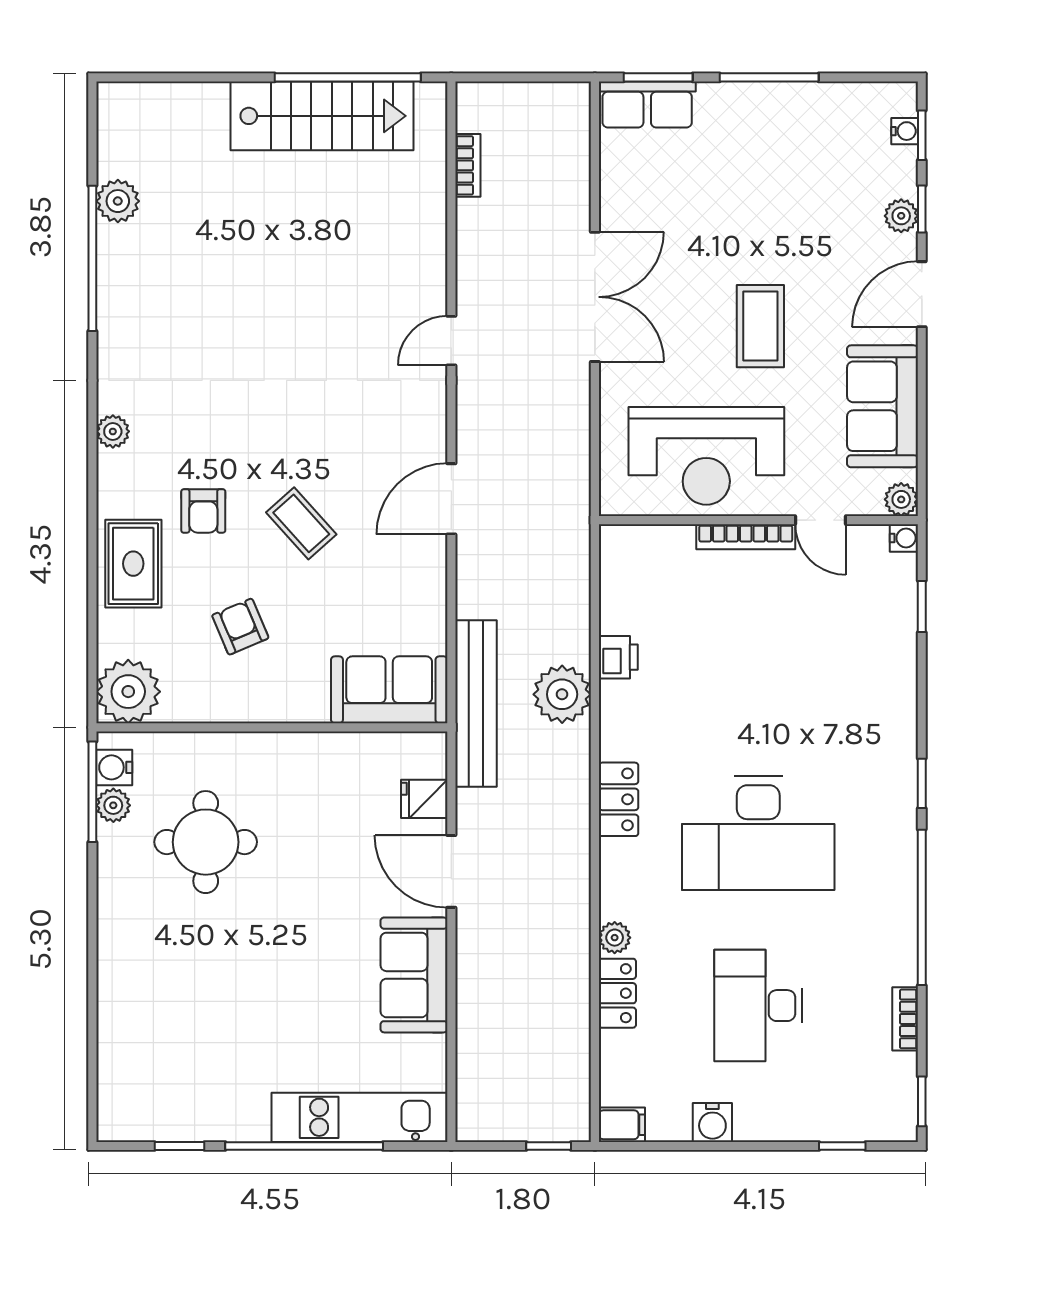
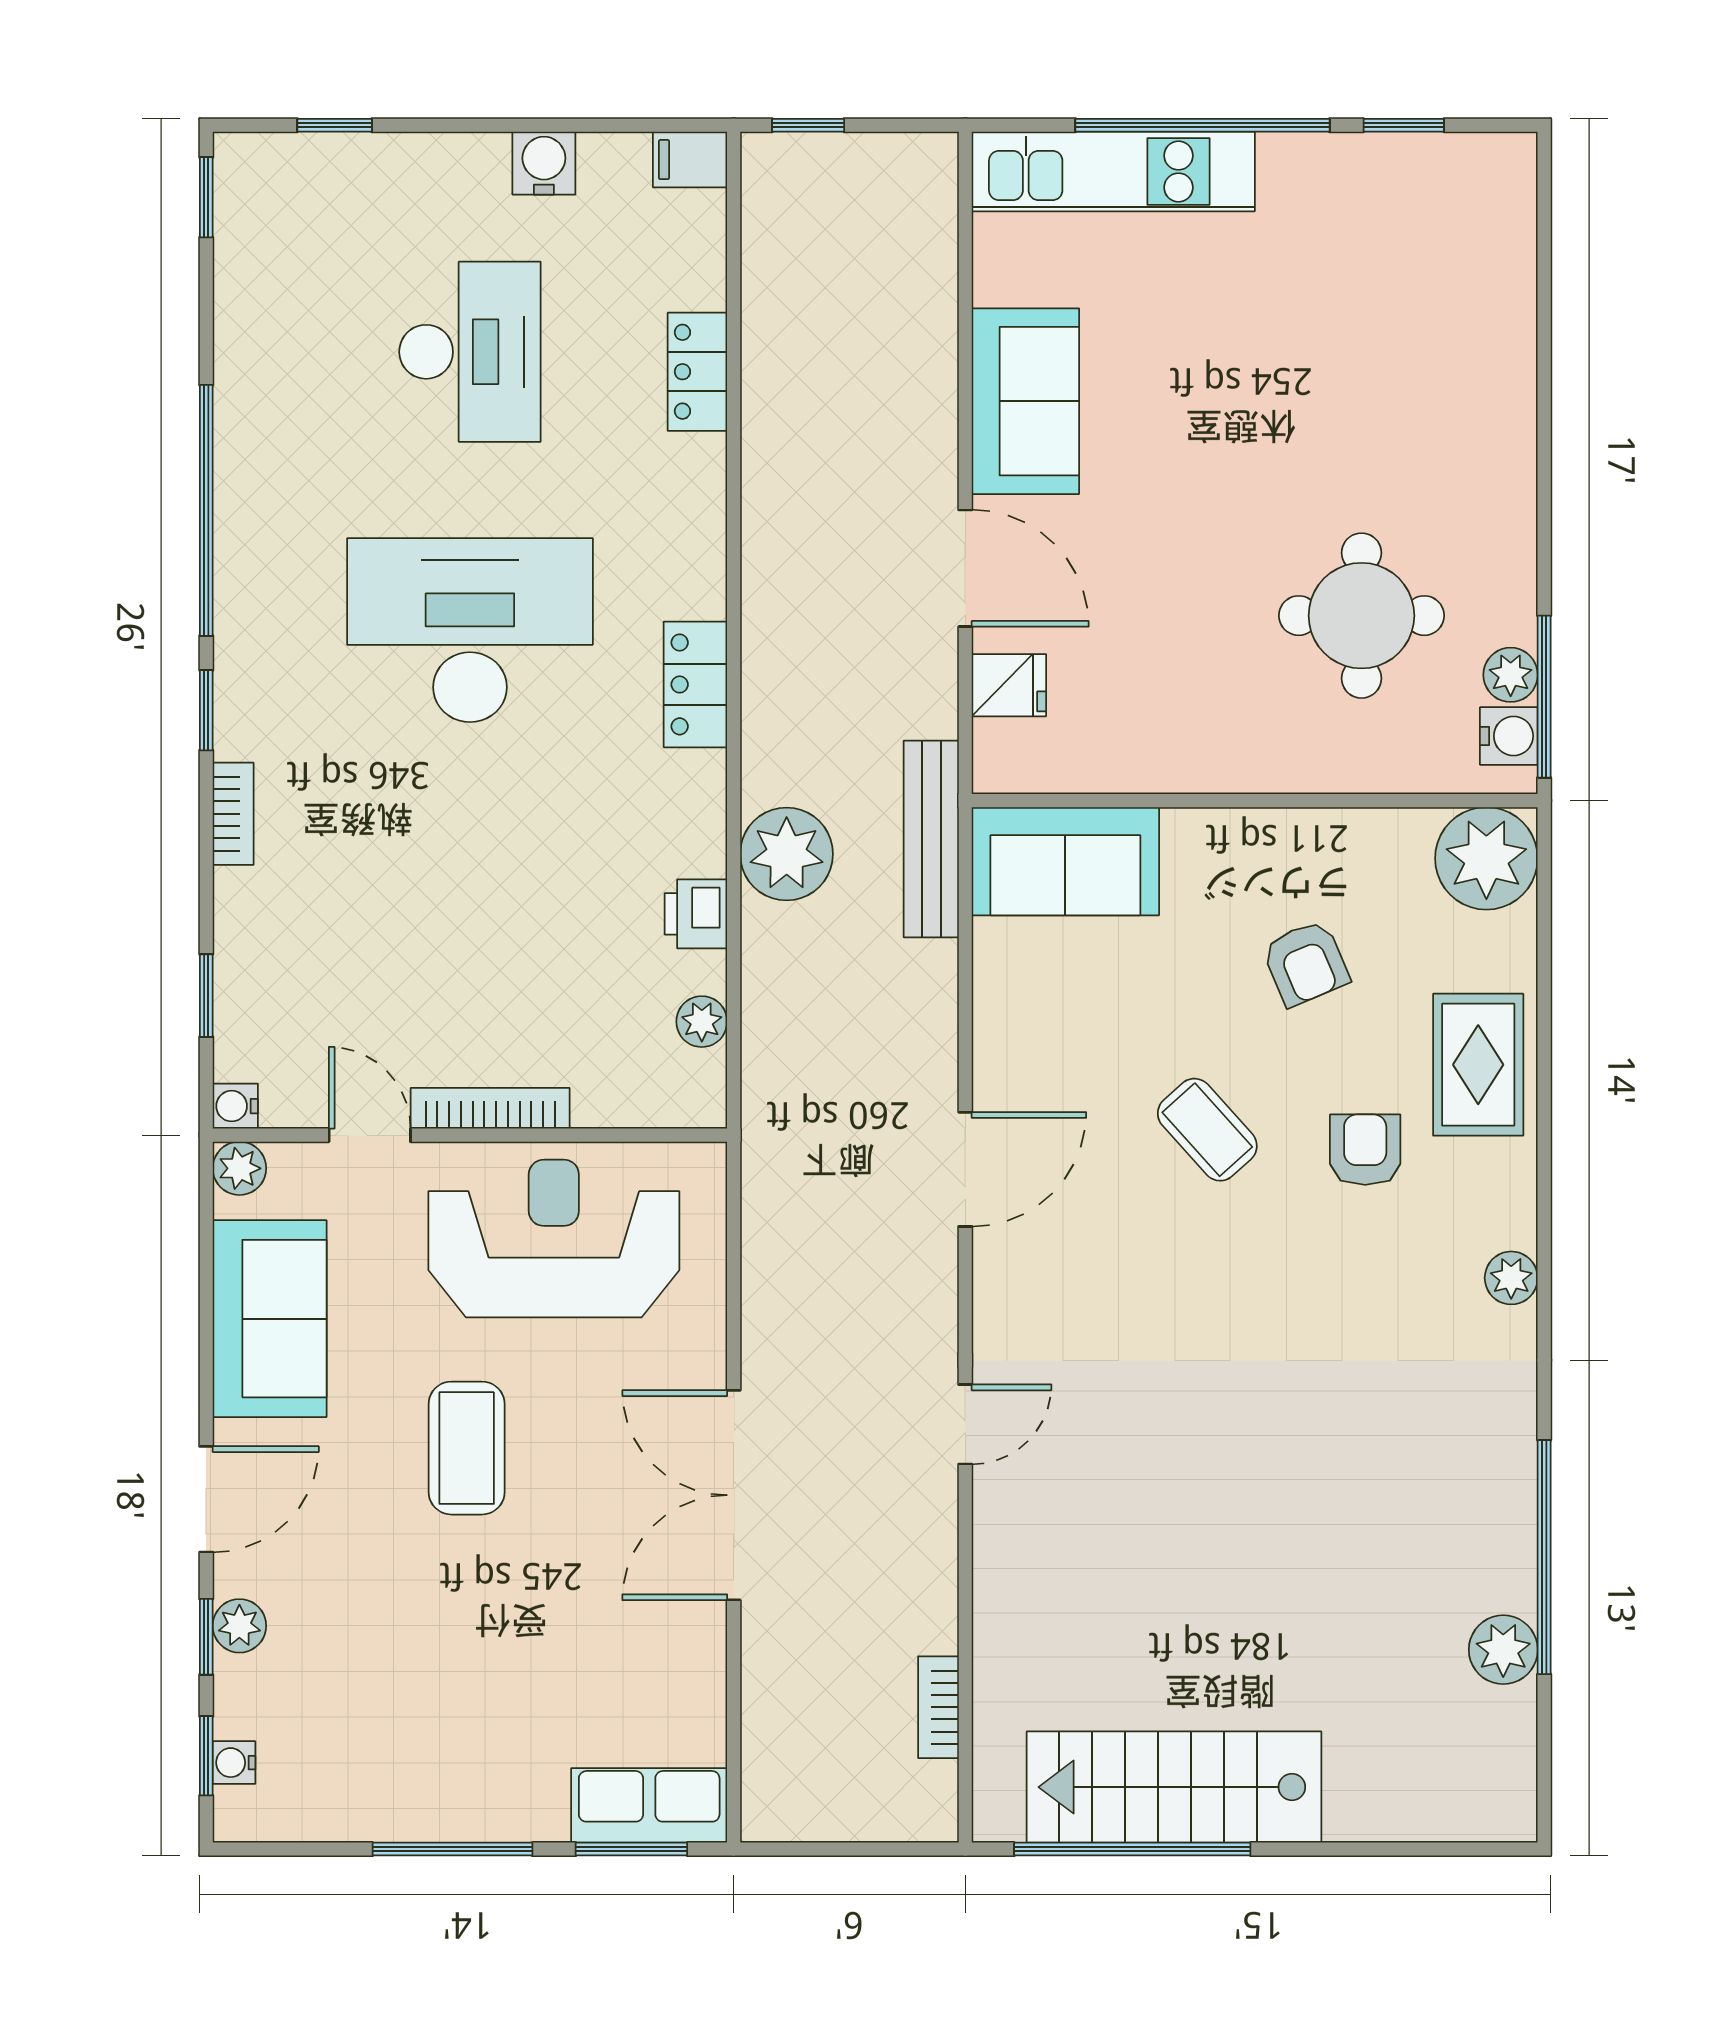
bench: (476, 704) -> (931, 839), width x0.73, depth x0.82
plant: (615, 938) -> (702, 1022), moved
bookcase: (905, 1019) -> (233, 814), moved

